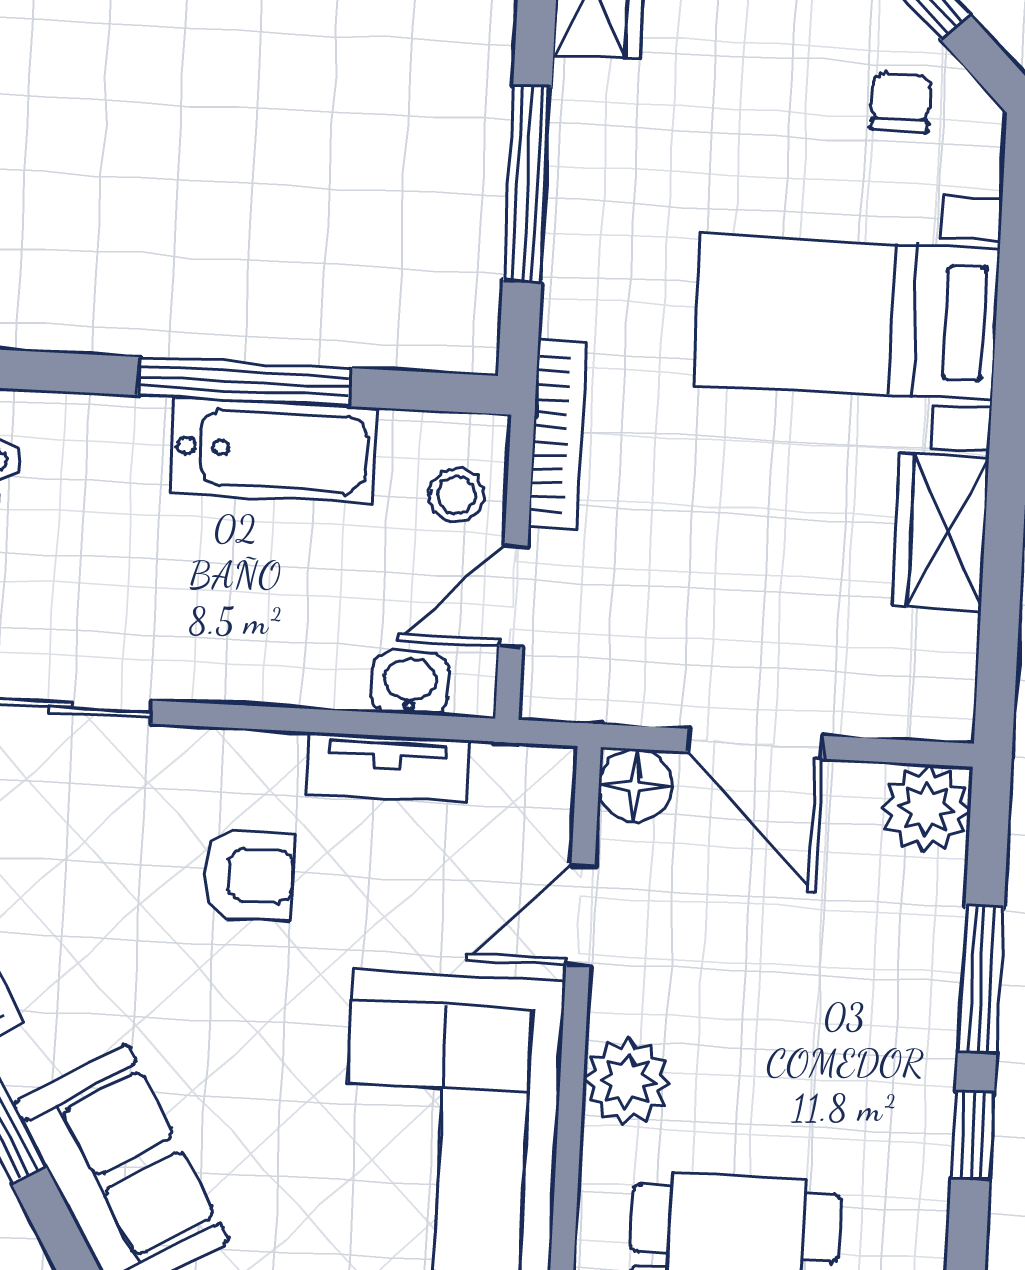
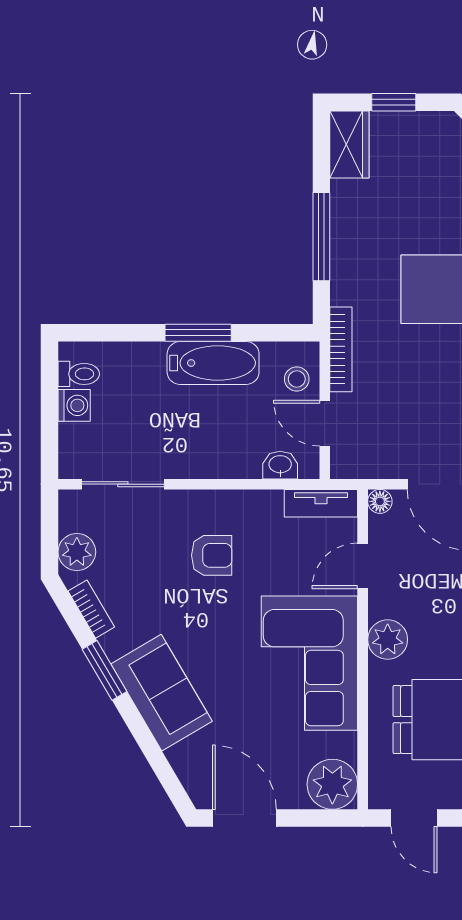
window: (244, 382) -> (198, 333), width x0.69
door: (513, 596) -> (325, 423), hinge flipped
tv unit: (388, 767) -> (321, 503), moved
floor lamp: (635, 786) -> (380, 501), width x0.73, depth x0.73

